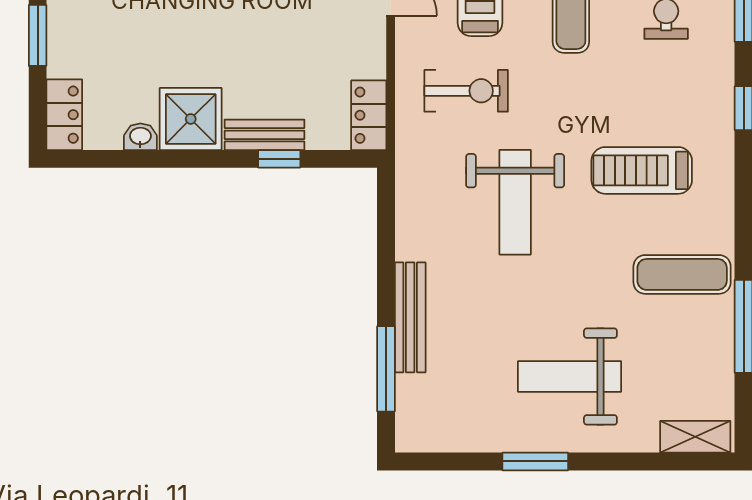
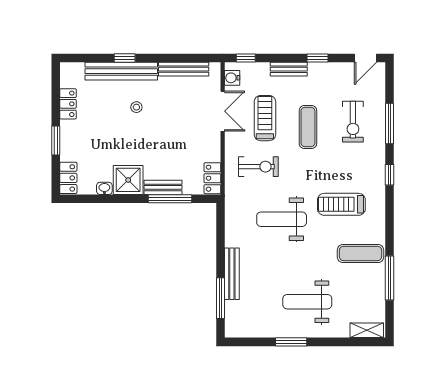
window: (279, 159) -> (170, 199), width x2.17
weight bench: (515, 202) -> (282, 219), turned 90

